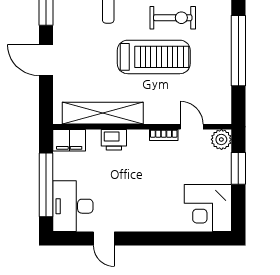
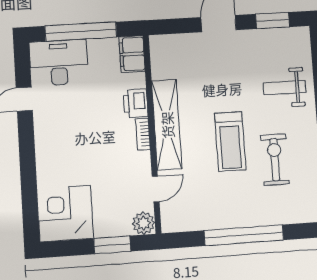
exercise bike: (173, 18) -> (275, 160), turned 180
treadmill: (154, 57) -> (230, 141), width x0.73, depth x0.73
shelving: (103, 113) -> (167, 125), moved
bookcase: (164, 135) -> (143, 134), moved

